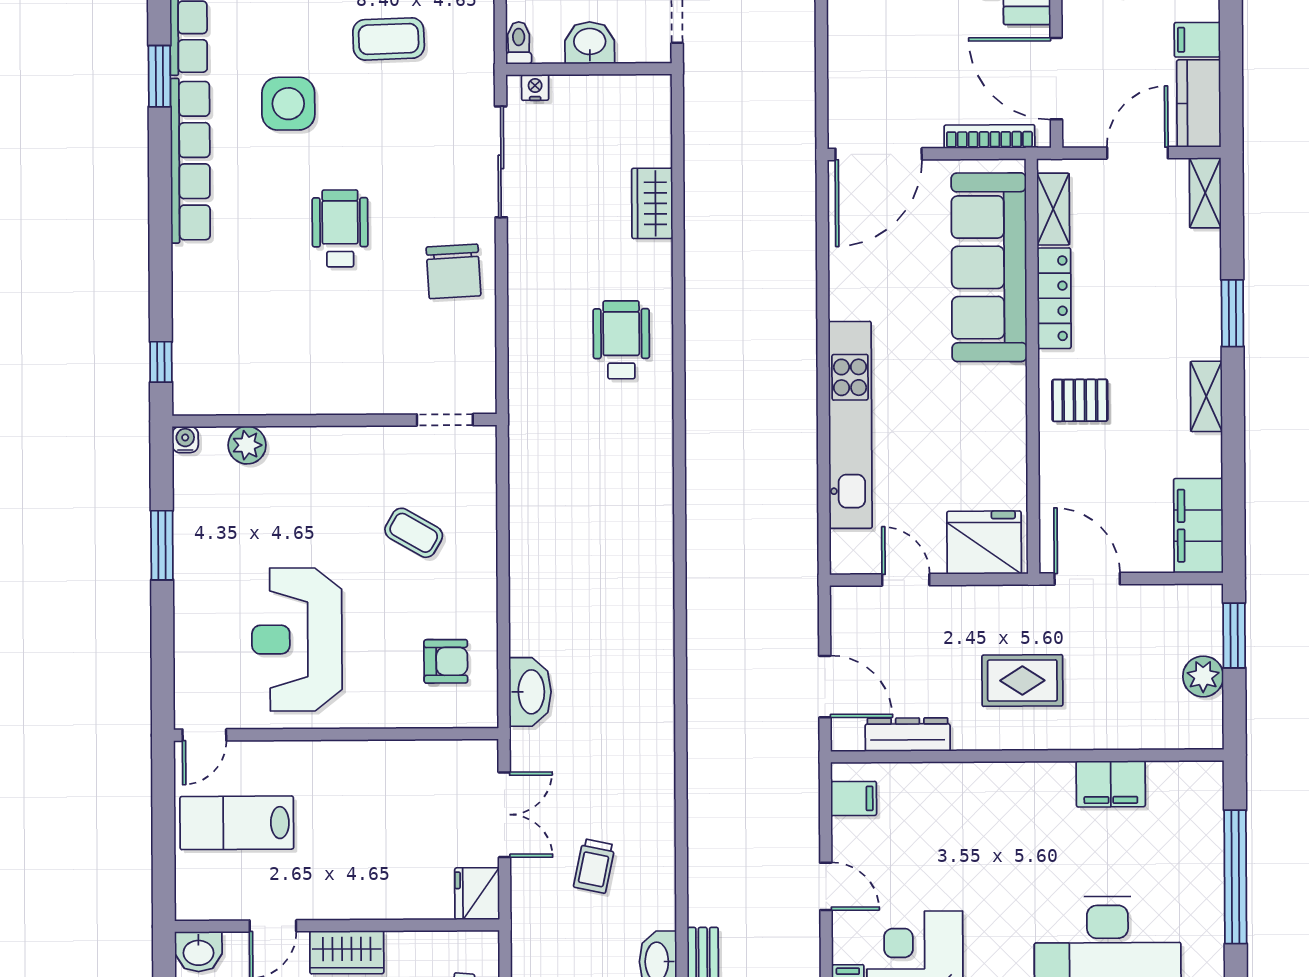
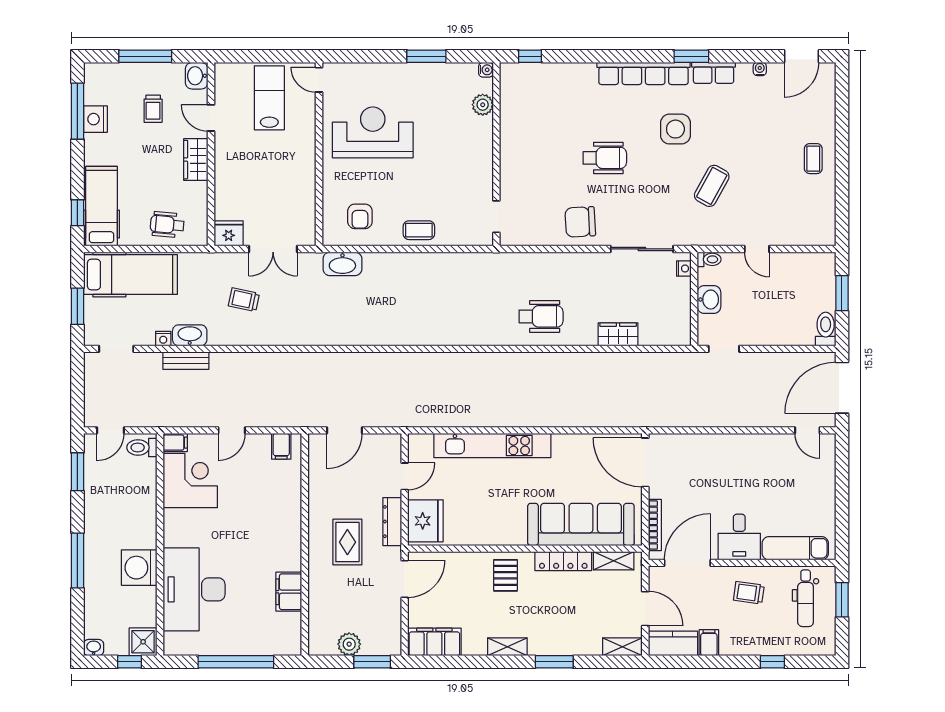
coffee table: (389, 39) -> (712, 186), turned 31
coffee table: (414, 533) -> (419, 230), moved, turned 60
dresser: (908, 735) -> (392, 522), moved, turned 180

